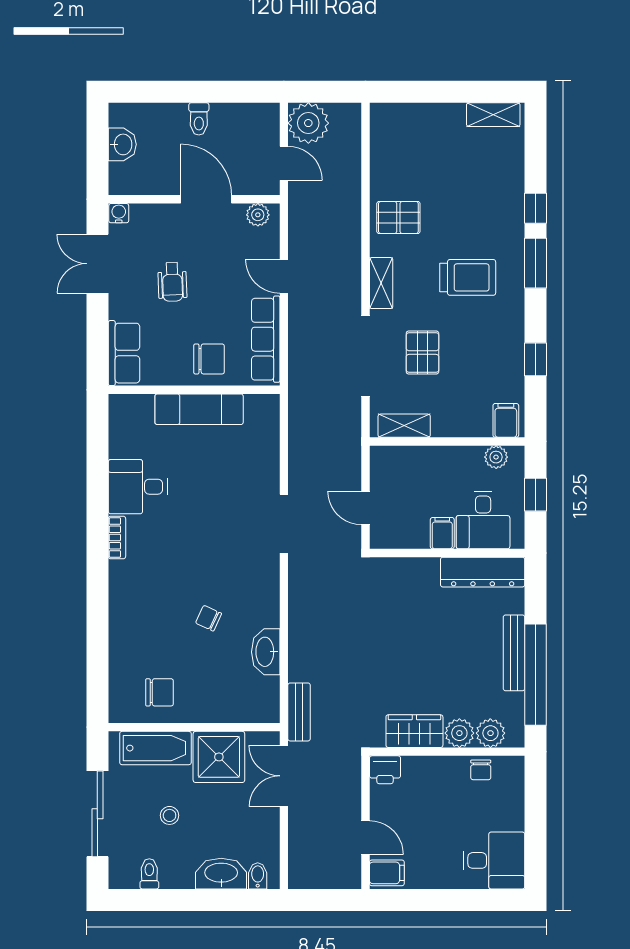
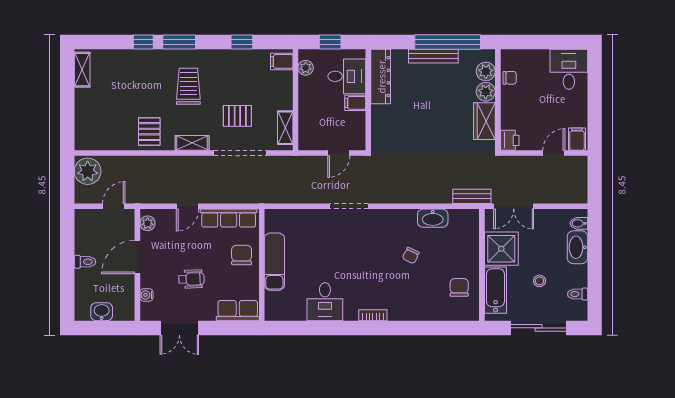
plant: (308, 123) -> (88, 171), moved
water cooler: (119, 213) -> (146, 295), moved
bookcase: (117, 537) -> (373, 315), moved

